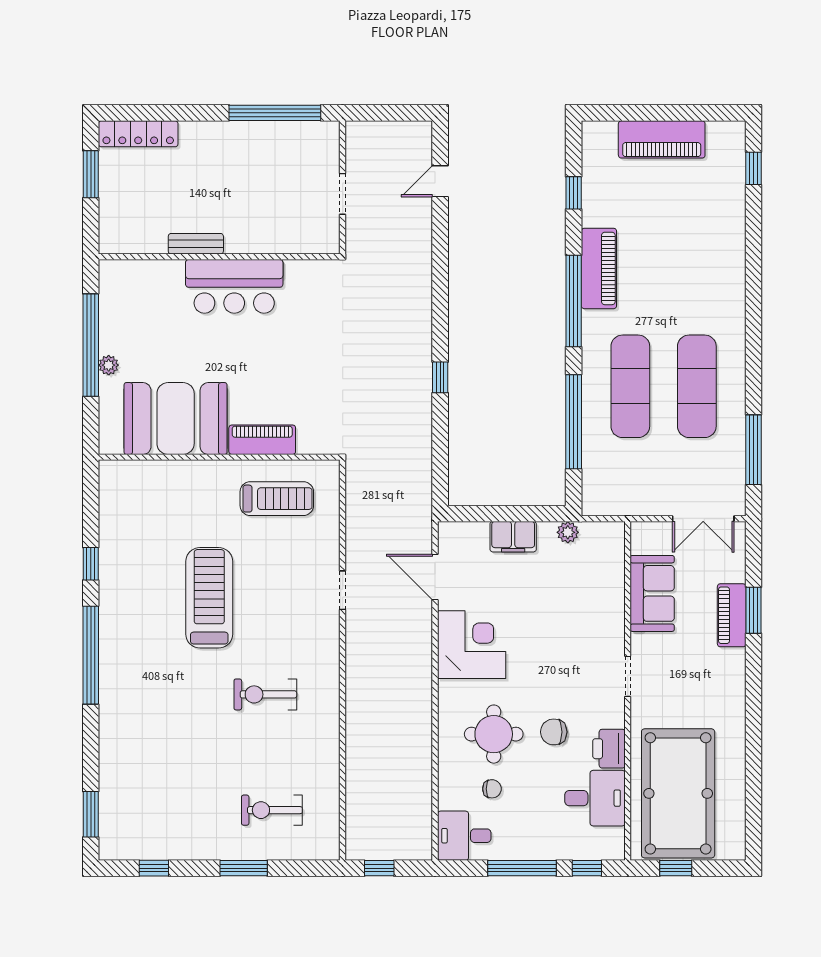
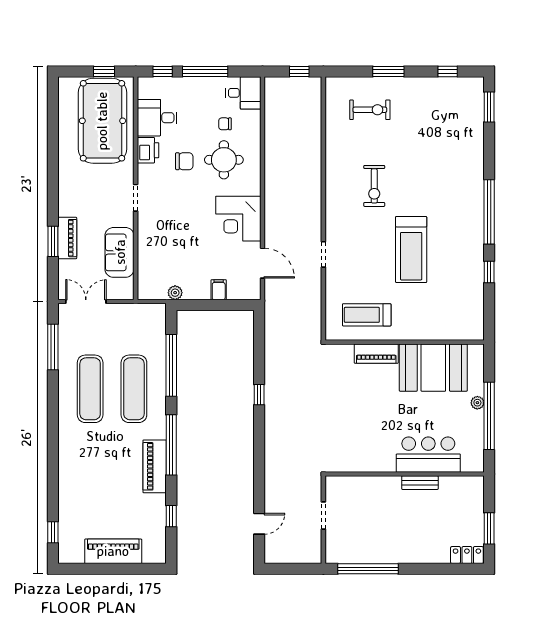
locker: (138, 134) -> (467, 555), width x0.66
bar counter: (234, 286) -> (428, 455), moved
filing cabinet: (513, 537) -> (219, 290), width x0.50
exercise bike: (265, 694) -> (374, 186), turned 90

